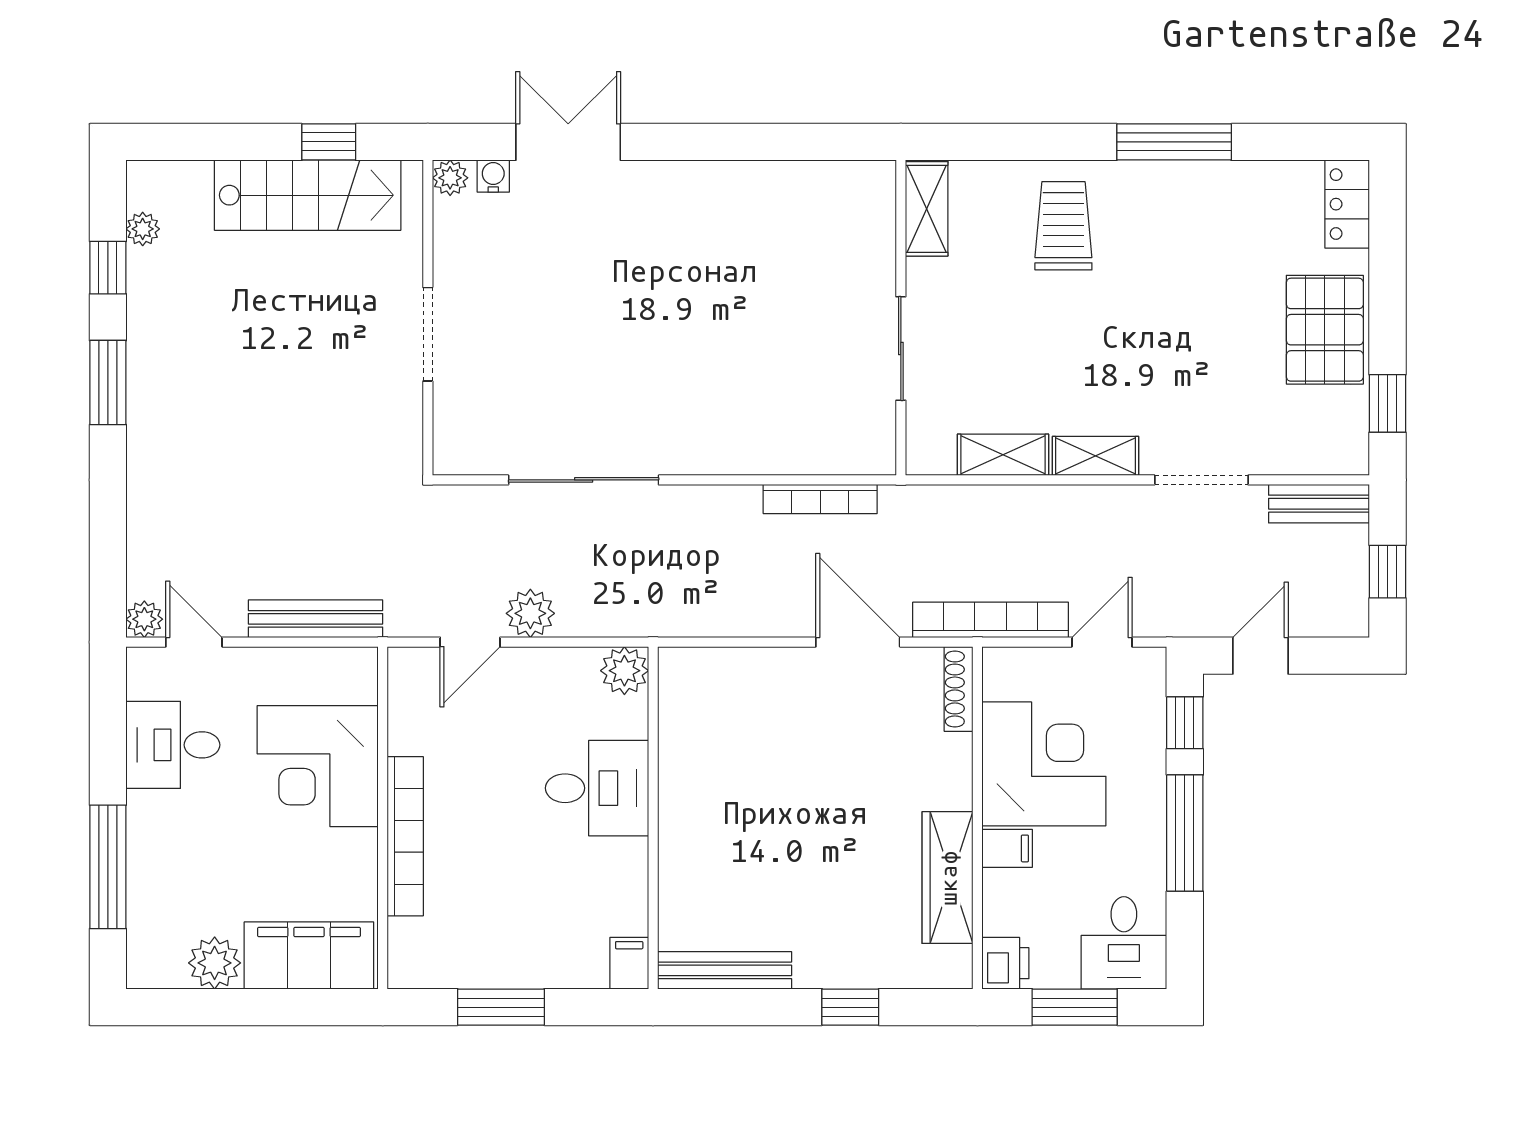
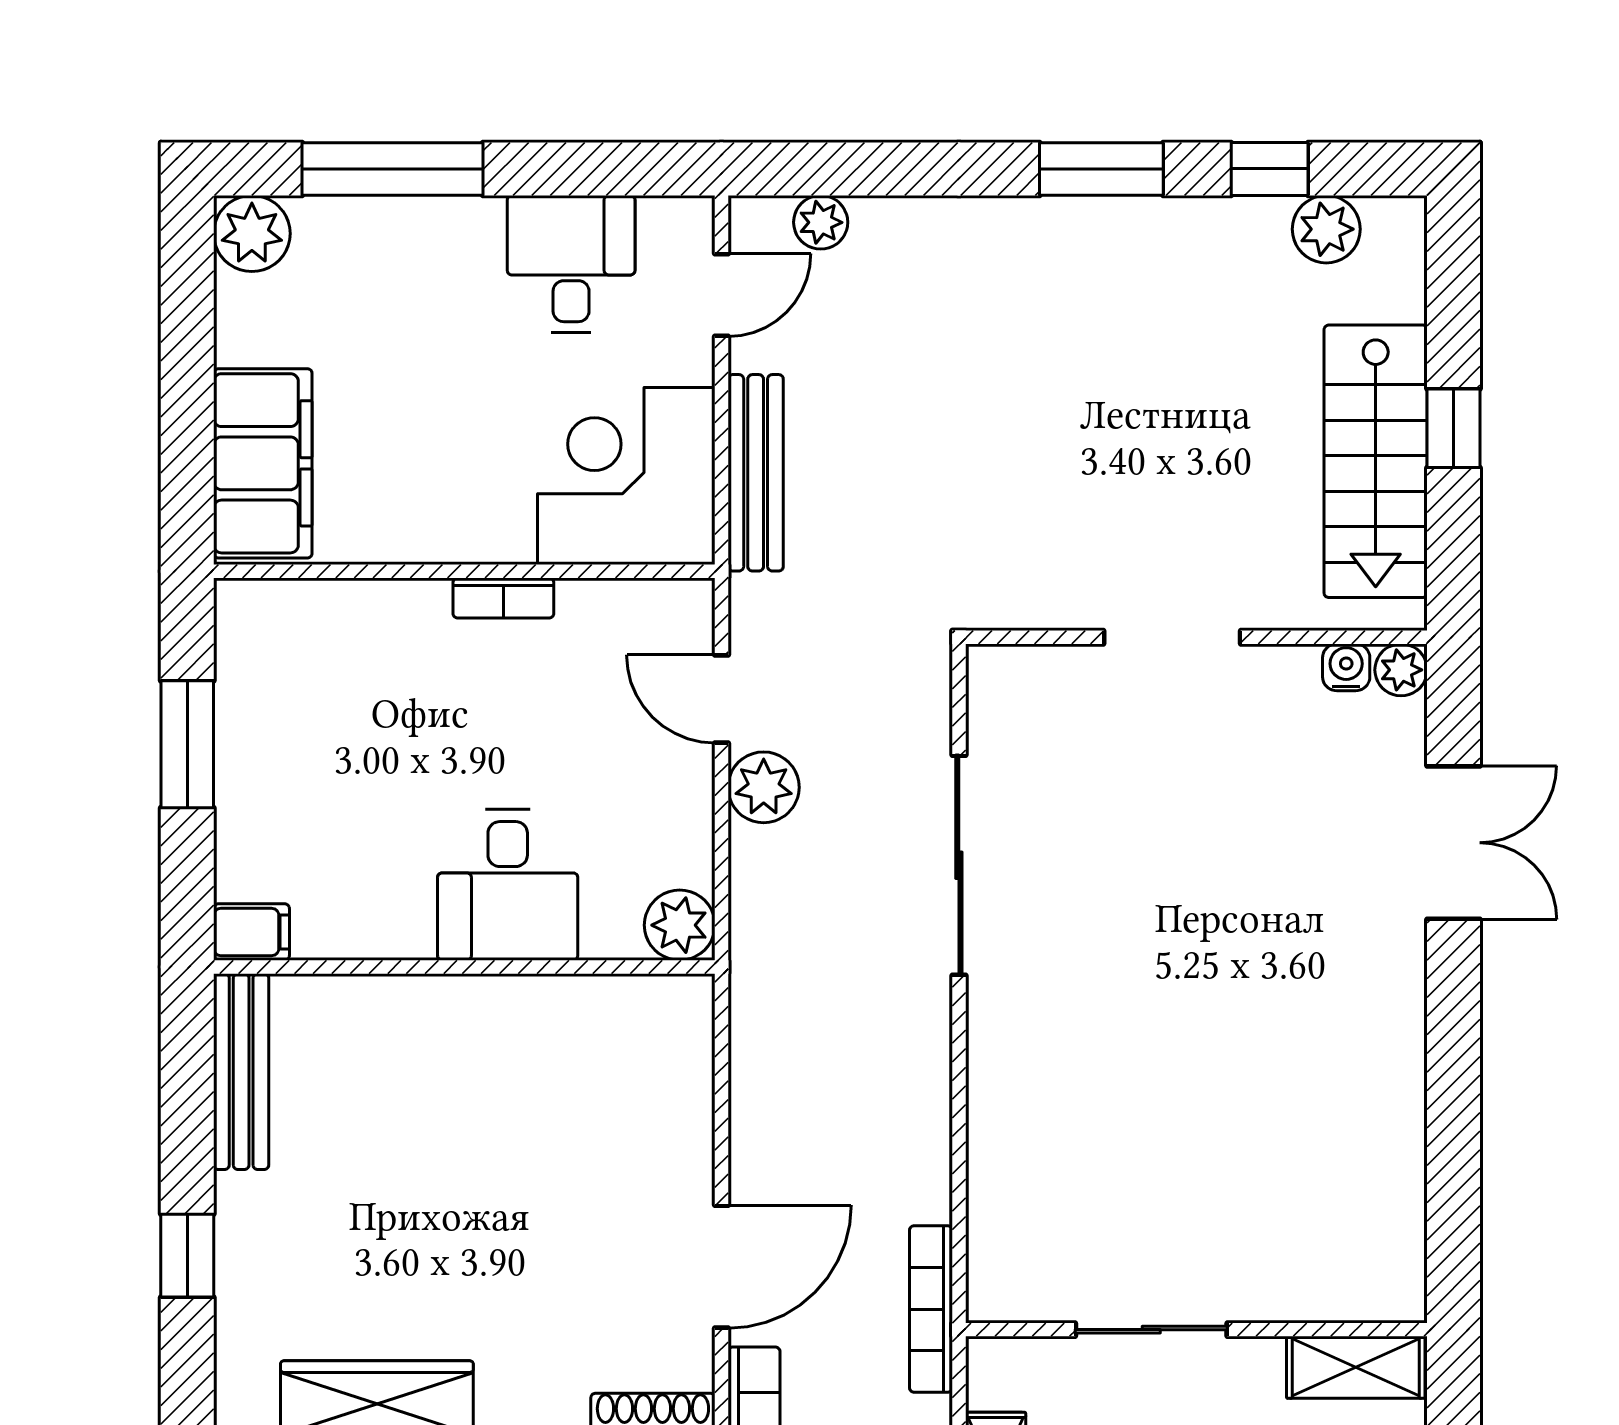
window: (329, 142) -> (1454, 428), moved
water cooler: (493, 176) -> (1346, 667), moved, turned -90
plant: (143, 229) -> (1326, 229), width x1.38, depth x1.38
bookcase: (820, 499) -> (931, 1309), moved
plant: (144, 619) -> (821, 222), moved
corner desk: (318, 766) -> (626, 476), moved
bookcase: (405, 836) -> (503, 598), width x0.43, depth x0.76
plant: (215, 963) -> (252, 234), moved

